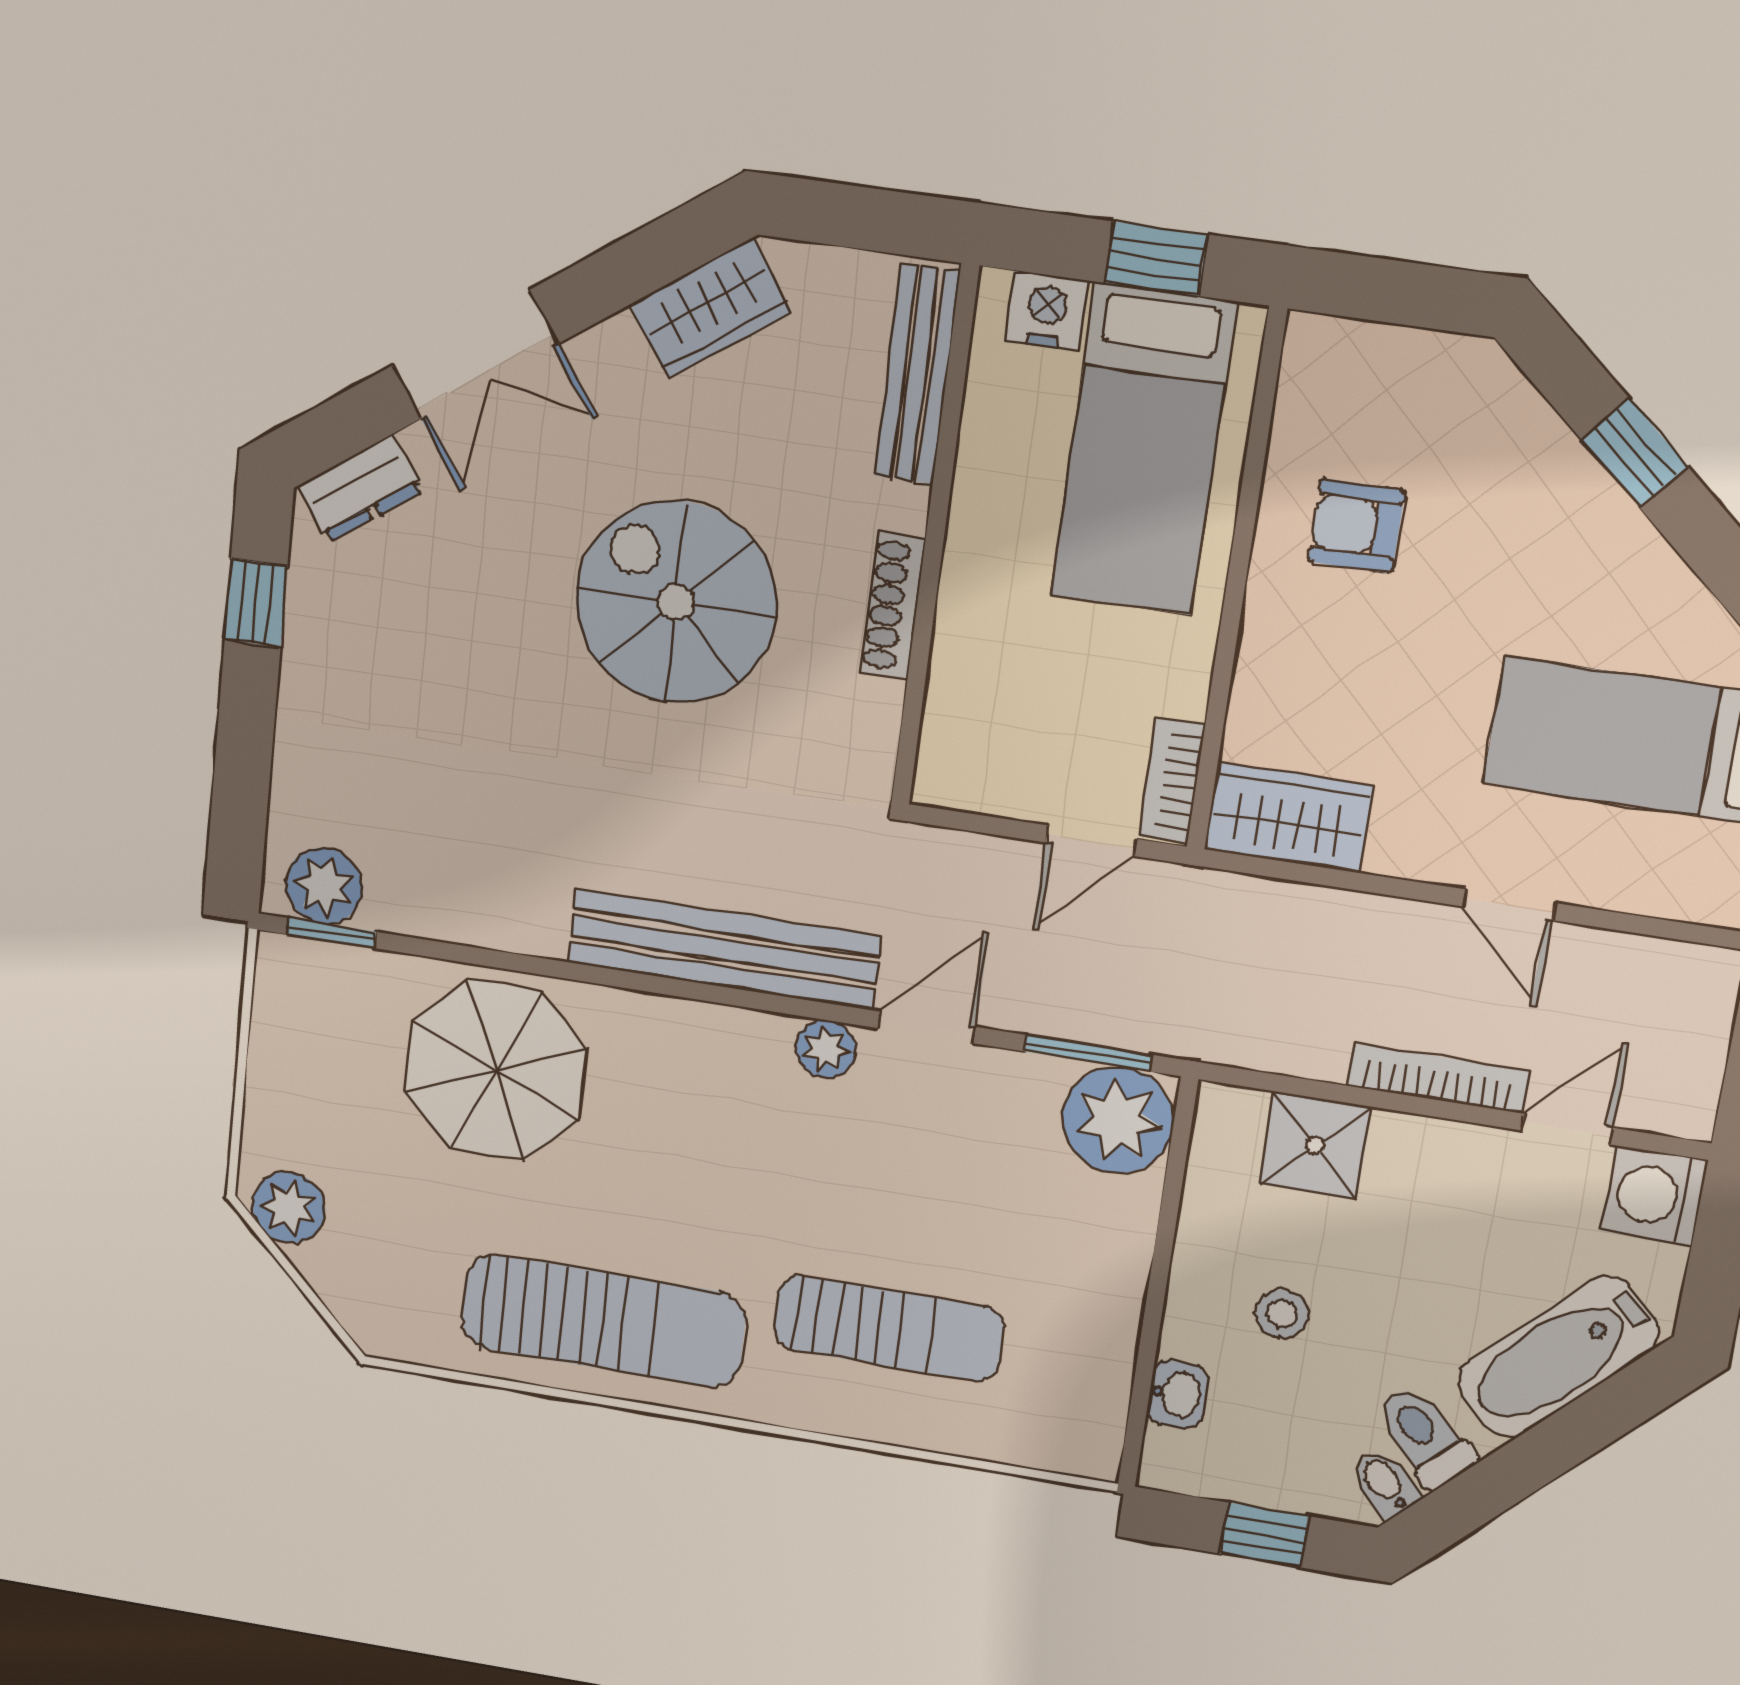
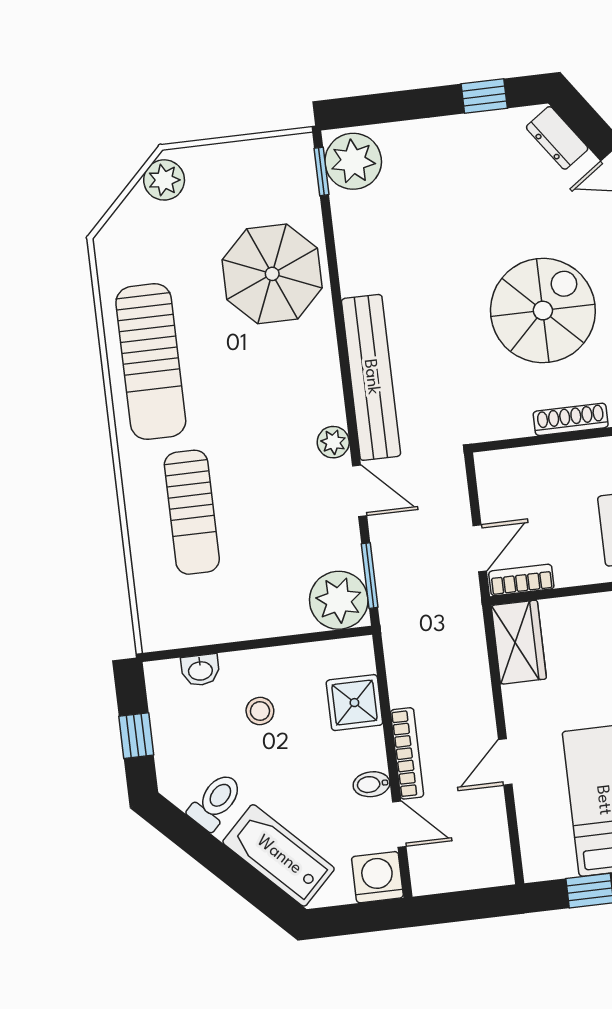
door: (1091, 841) -> (480, 548), swing flipped
plant: (324, 886) -> (353, 161), width x1.36, depth x1.36
bidet: (1385, 1483) -> (371, 784), moved, turned -135

